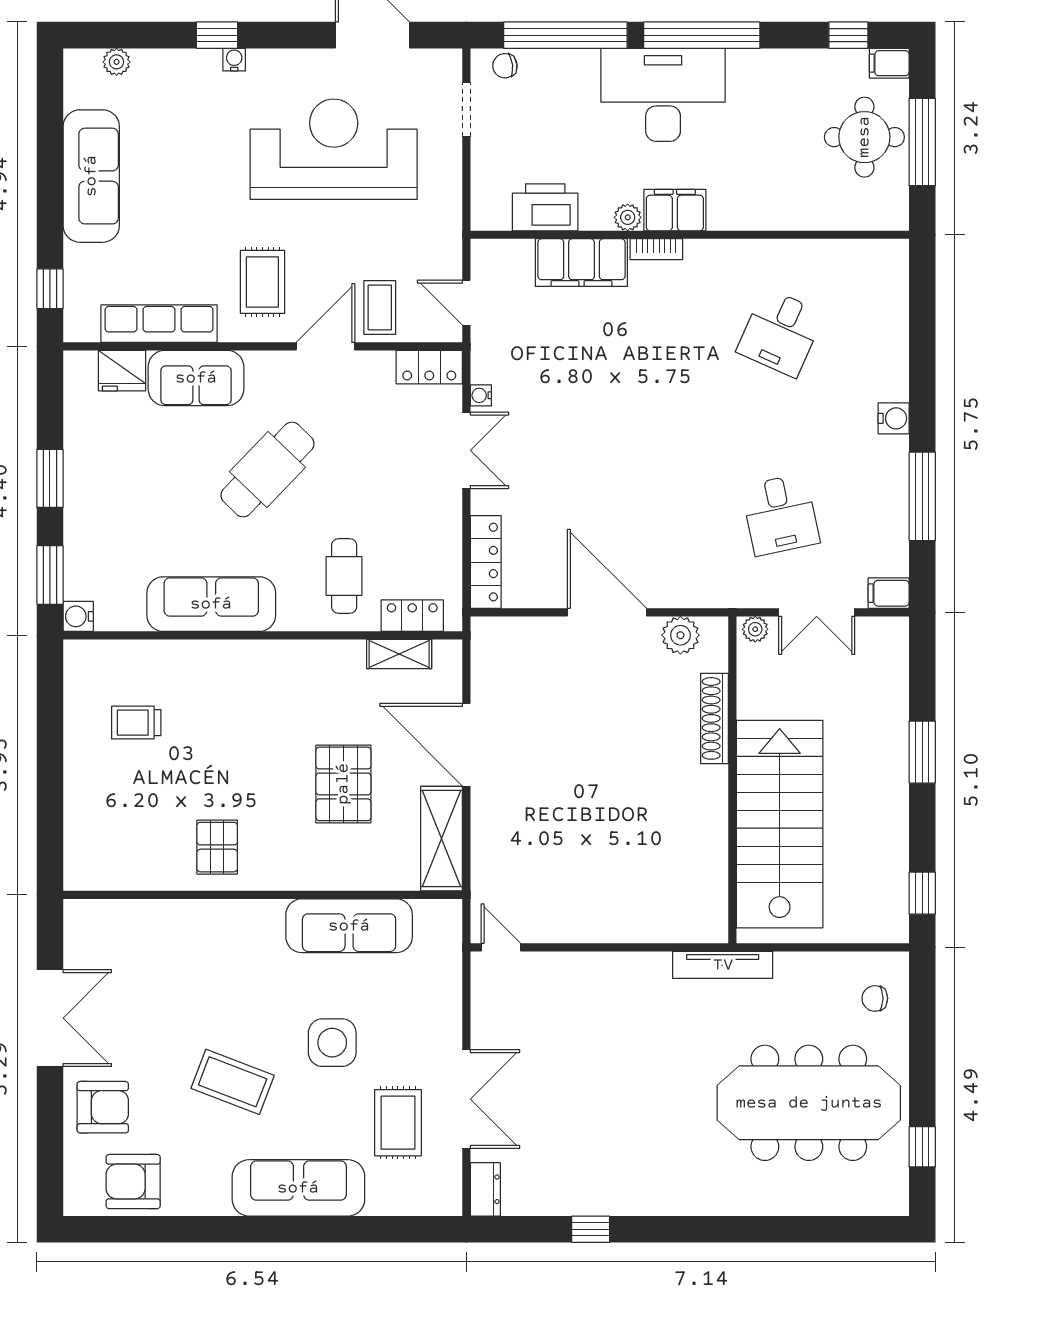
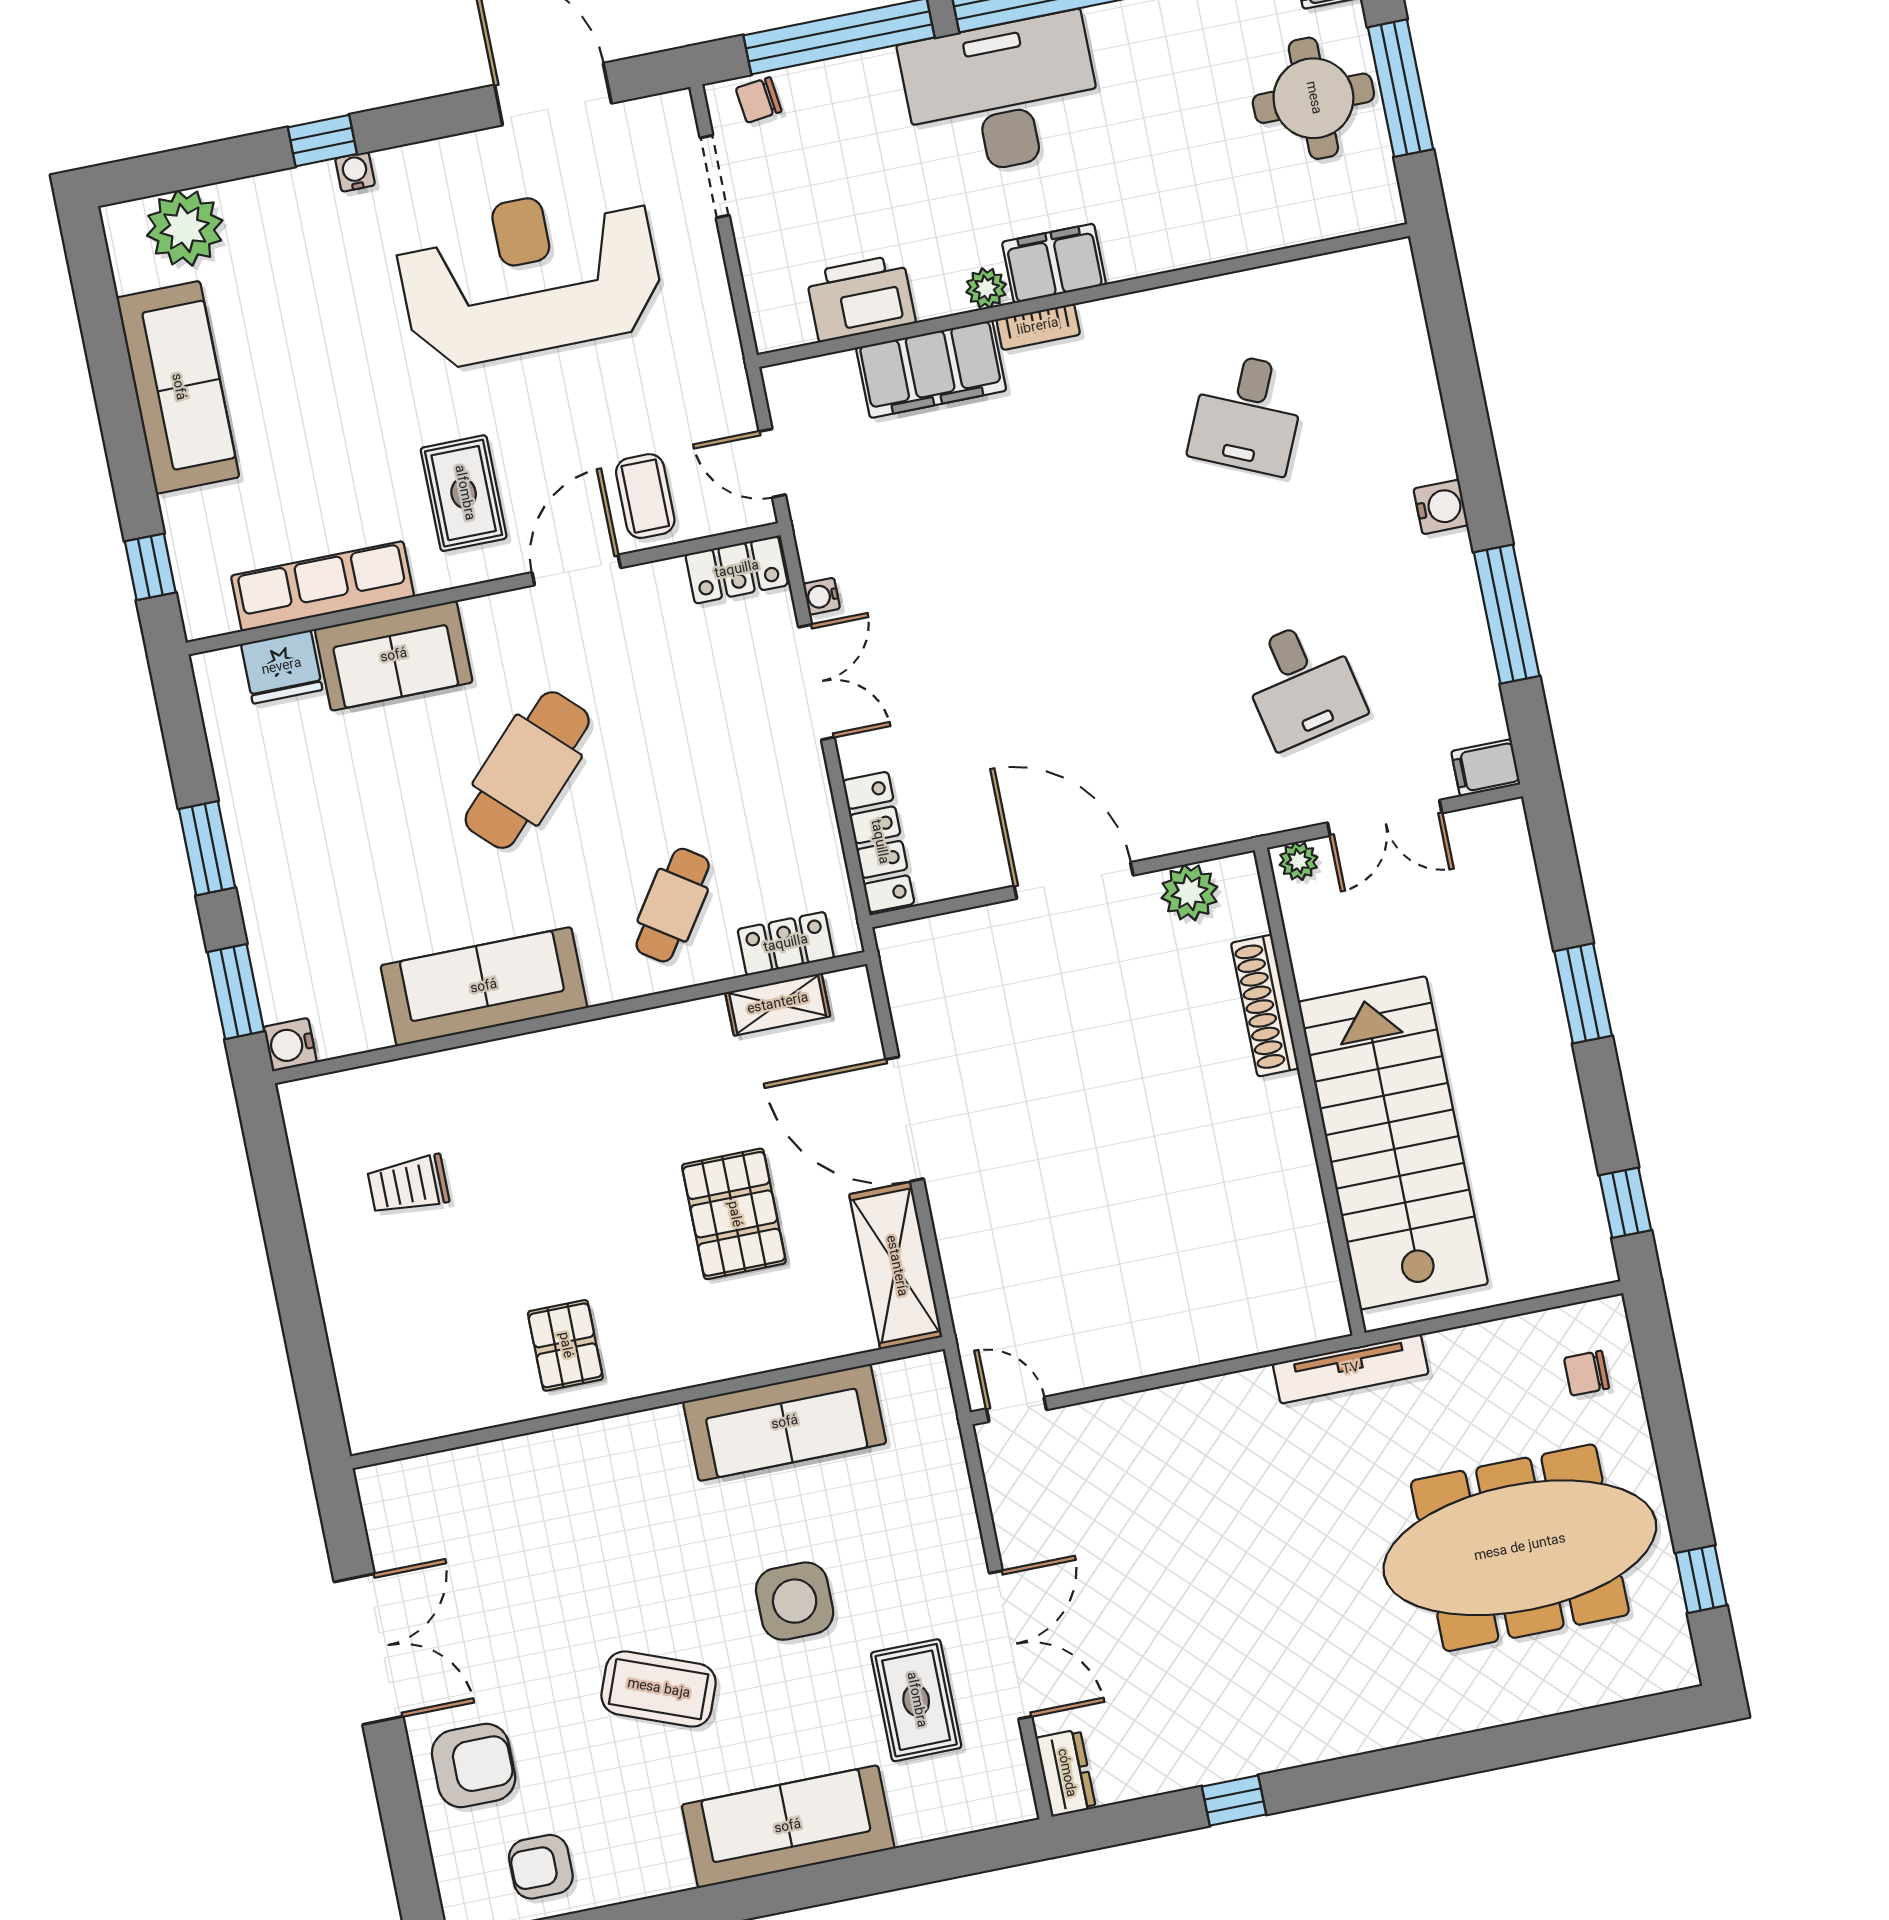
plant: (117, 62) -> (185, 228), width x1.88, depth x1.88
cafe table: (344, 576) -> (673, 905), turned 34
armchair: (133, 1182) -> (541, 1867), width x0.72, depth x0.72

